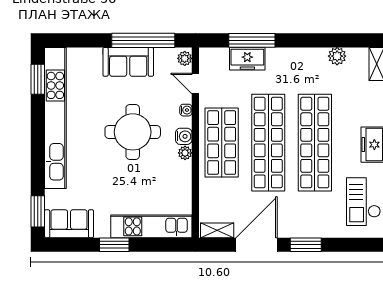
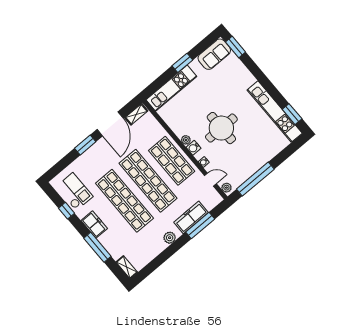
plant: (337, 56) -> (170, 238), moved
freezer: (247, 59) -> (191, 217), width x1.40
sofa: (128, 62) -> (254, 162), removed
kitchen unit: (55, 118) -> (275, 112), width x0.73

